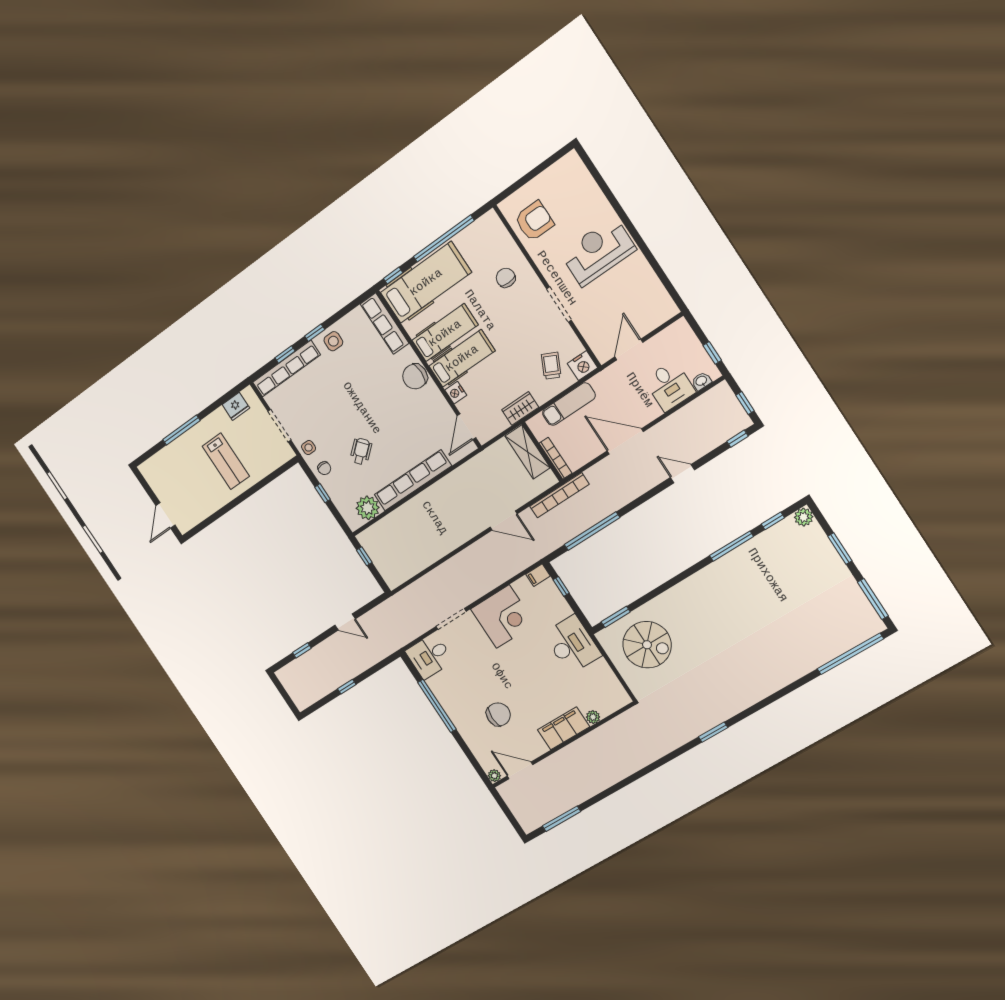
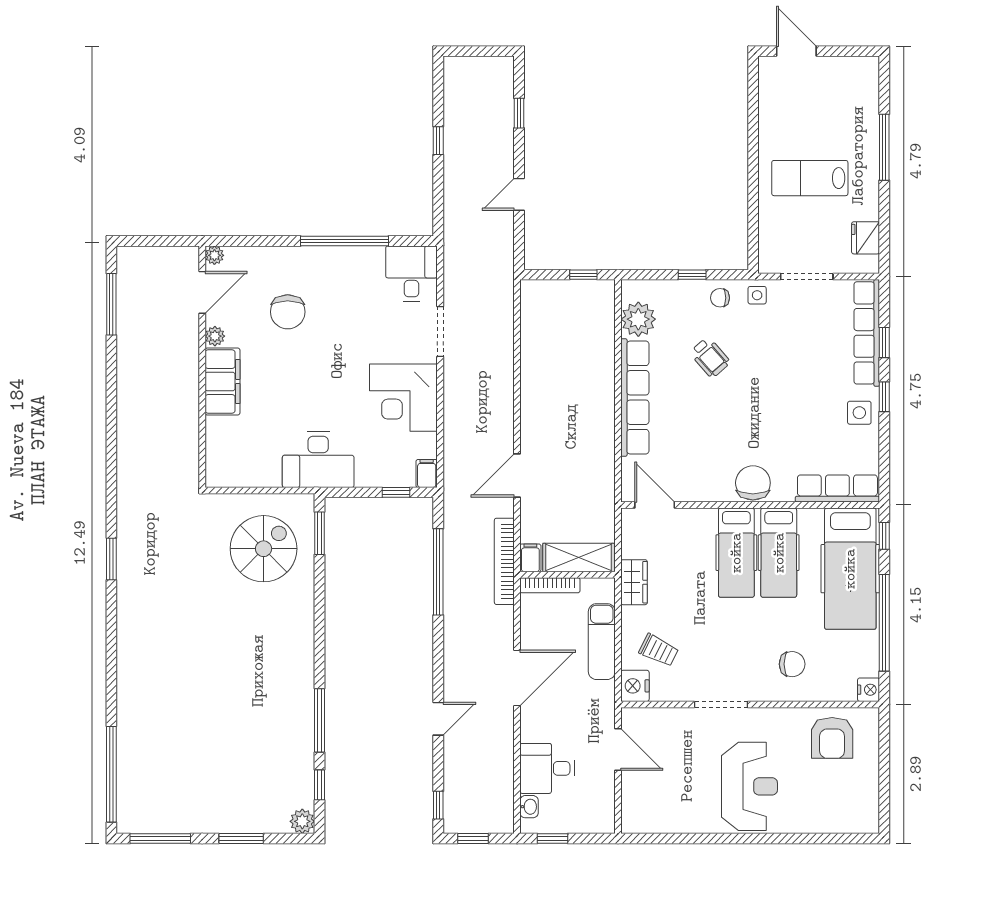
nightstand: (456, 393) -> (869, 690), moved, turned 90
filing cabinet: (547, 481) -> (530, 558), added
spiral stairs: (647, 645) -> (264, 549), turned 180
plant: (593, 717) -> (215, 336), moved

